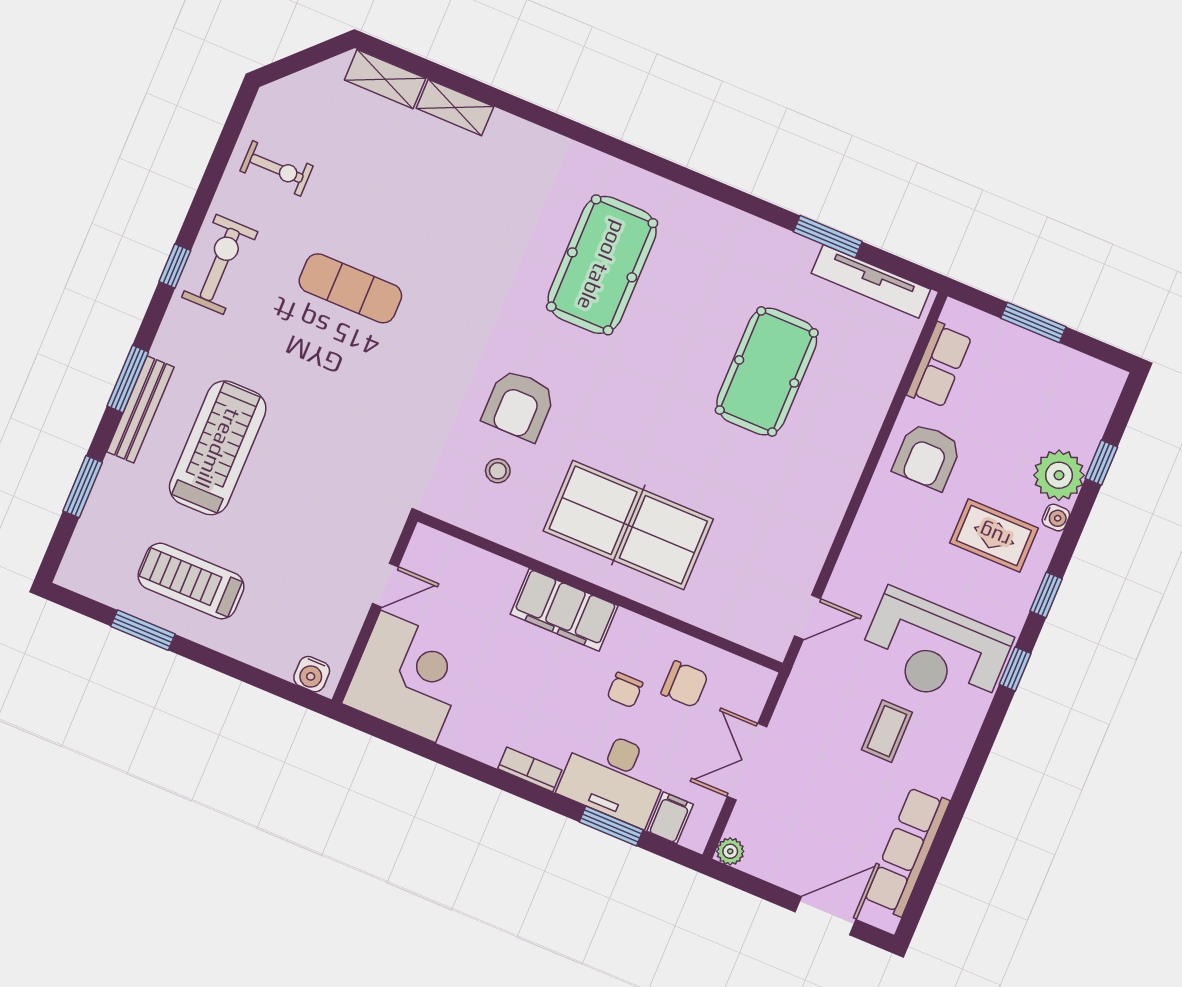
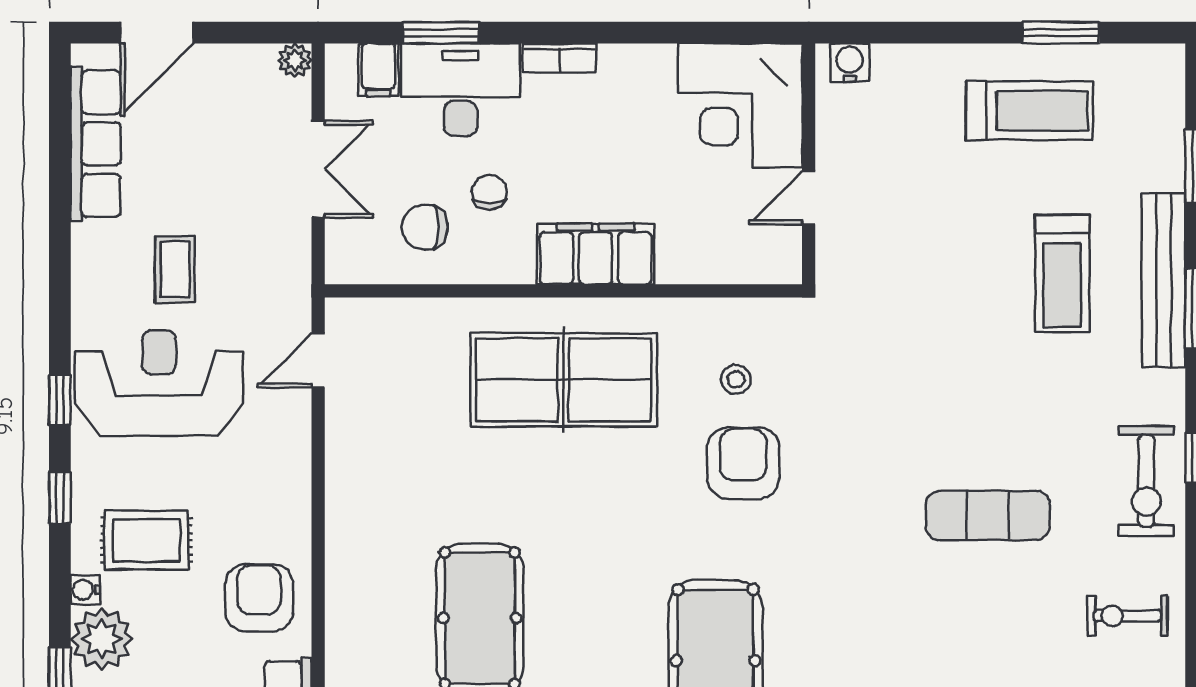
bench: (140, 409) -> (1164, 280), width x1.37, depth x1.21
treadmill: (218, 448) -> (1062, 273), width x0.73, depth x0.73

